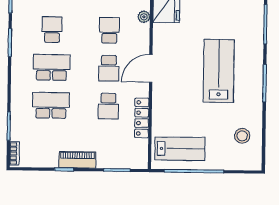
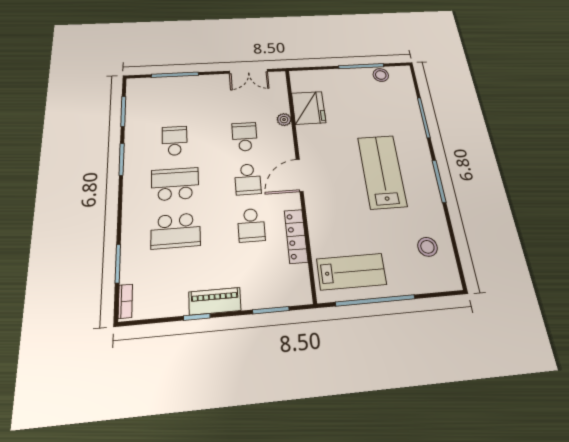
school desk: (51, 105) -> (176, 231), turned 180

